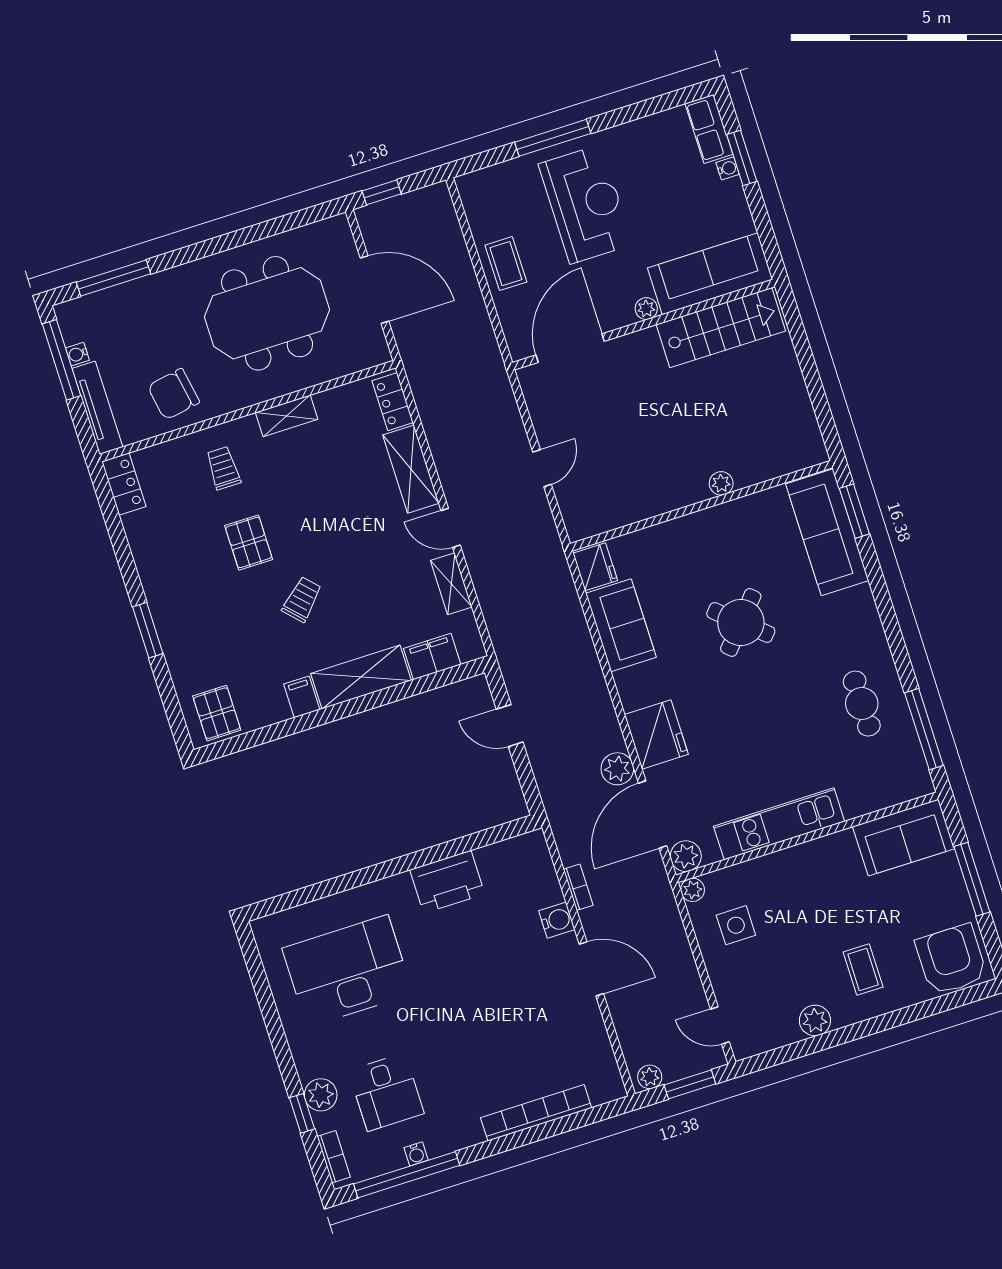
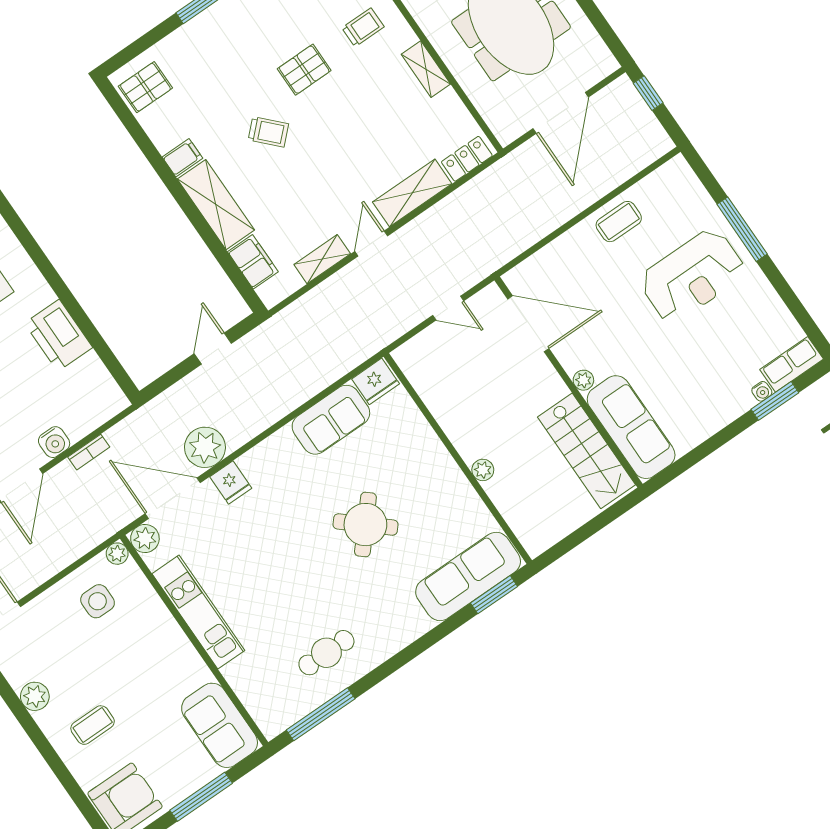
sofa: (710, 274) -> (631, 427), moved
plant: (646, 309) -> (583, 380), moved
wall: (644, 325) -> (569, 382), moved
stairs: (721, 328) -> (587, 451), moved
door: (570, 348) -> (528, 324), moved
fridge: (656, 734) -> (231, 482), width x0.53, depth x0.75
plant: (617, 769) -> (205, 447), width x1.36, depth x1.36

